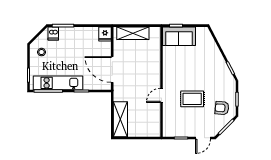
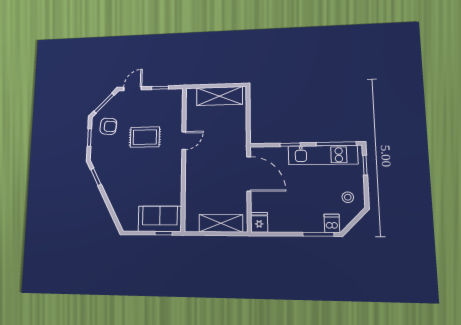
shelving: (120, 119) -> (219, 96), moved, turned 90

